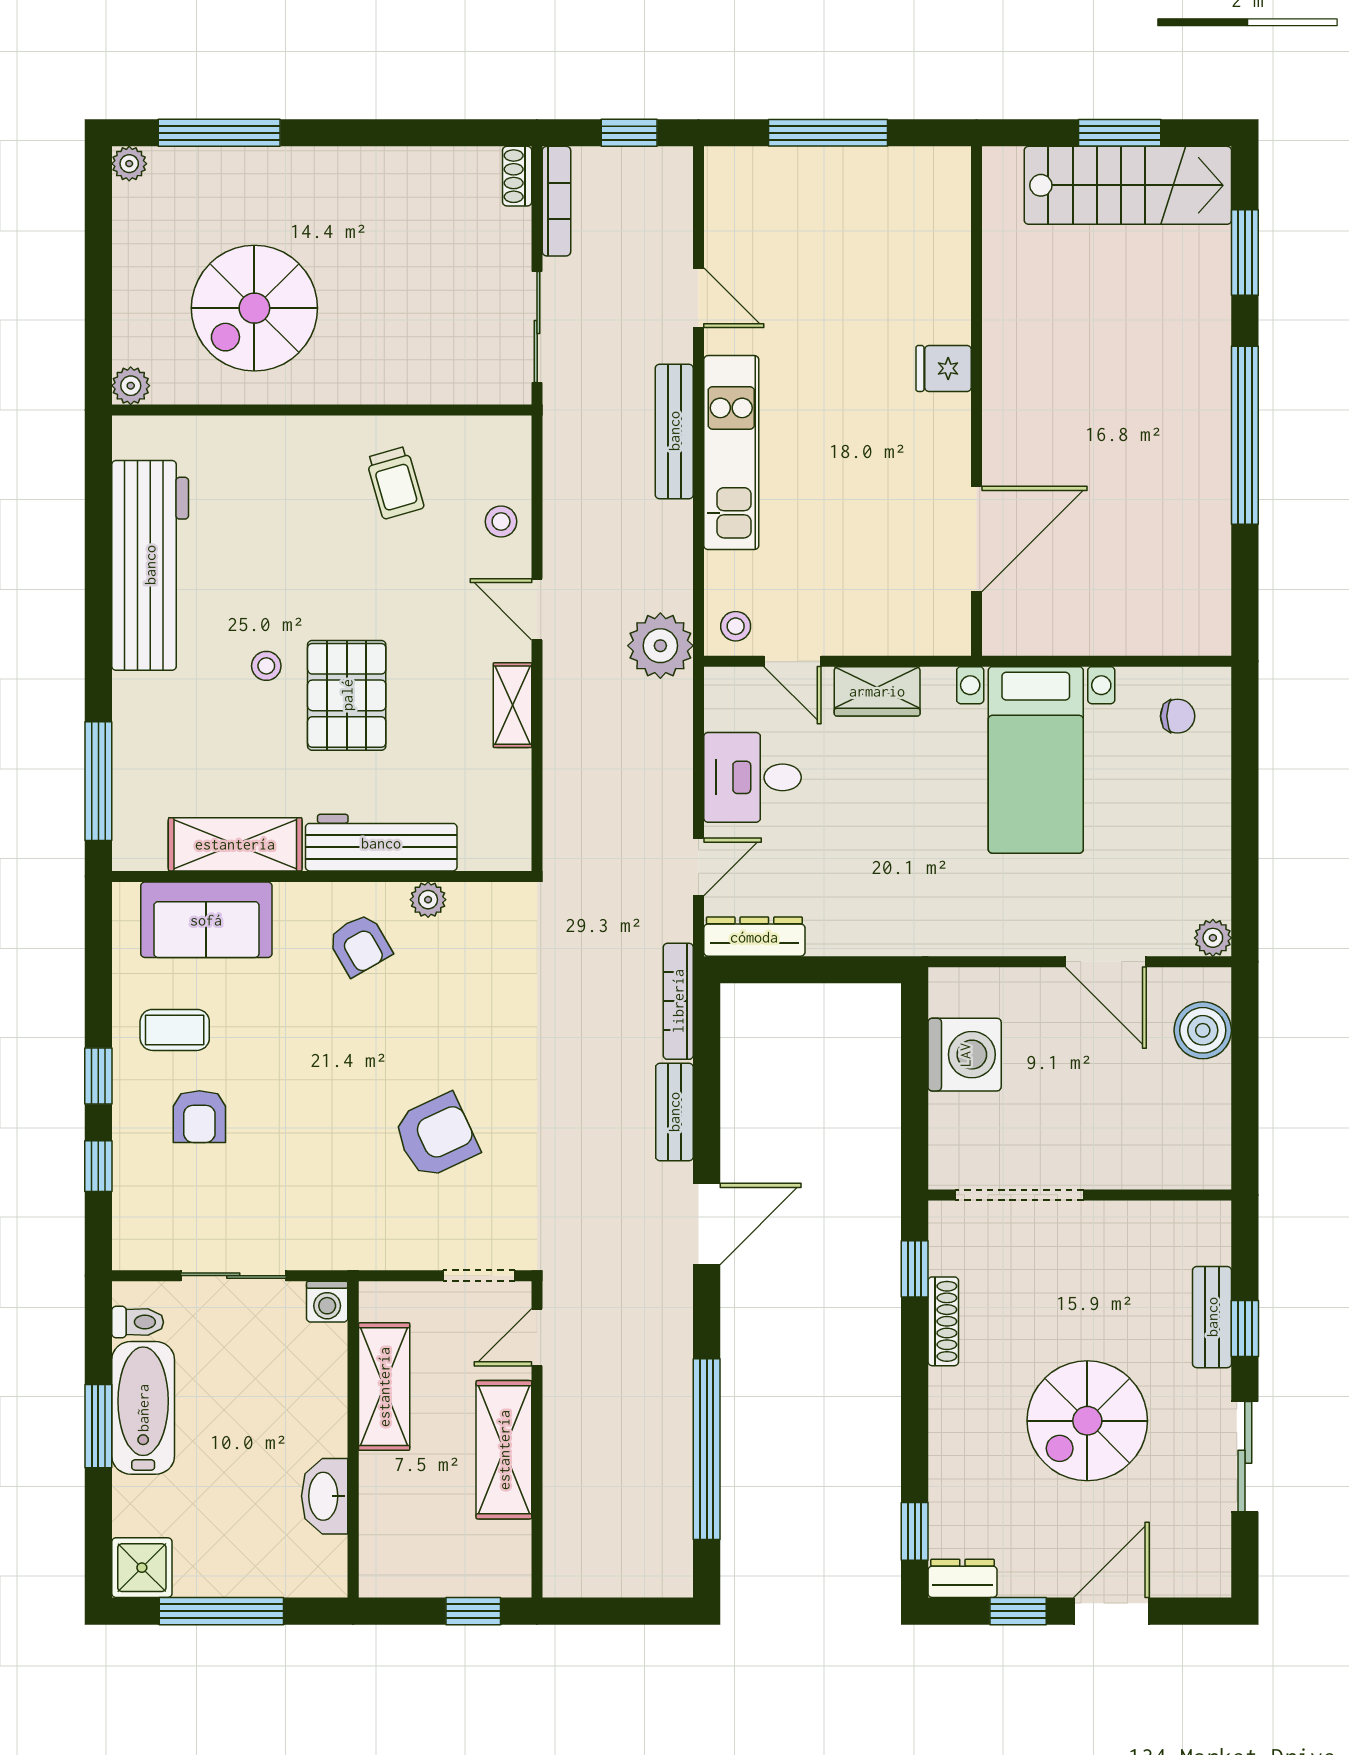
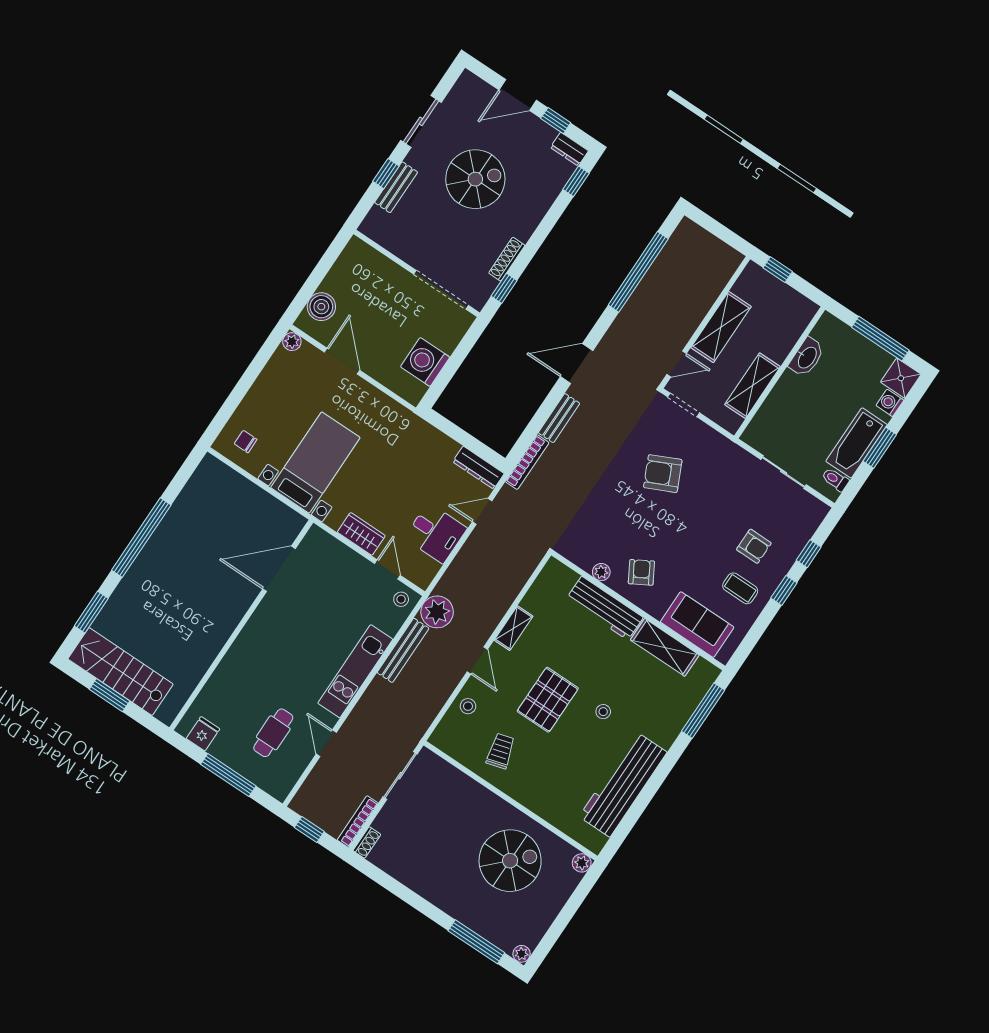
cafe table: (800, 255) -> (273, 733), added
fridge: (944, 368) -> (203, 734), moved, turned -90
bench: (674, 431) -> (403, 650), moved
pallet: (347, 695) -> (548, 700), moved
armchair: (199, 1117) -> (754, 546), turned 90
washing machine: (327, 1302) -> (890, 403), moved, turned -90

